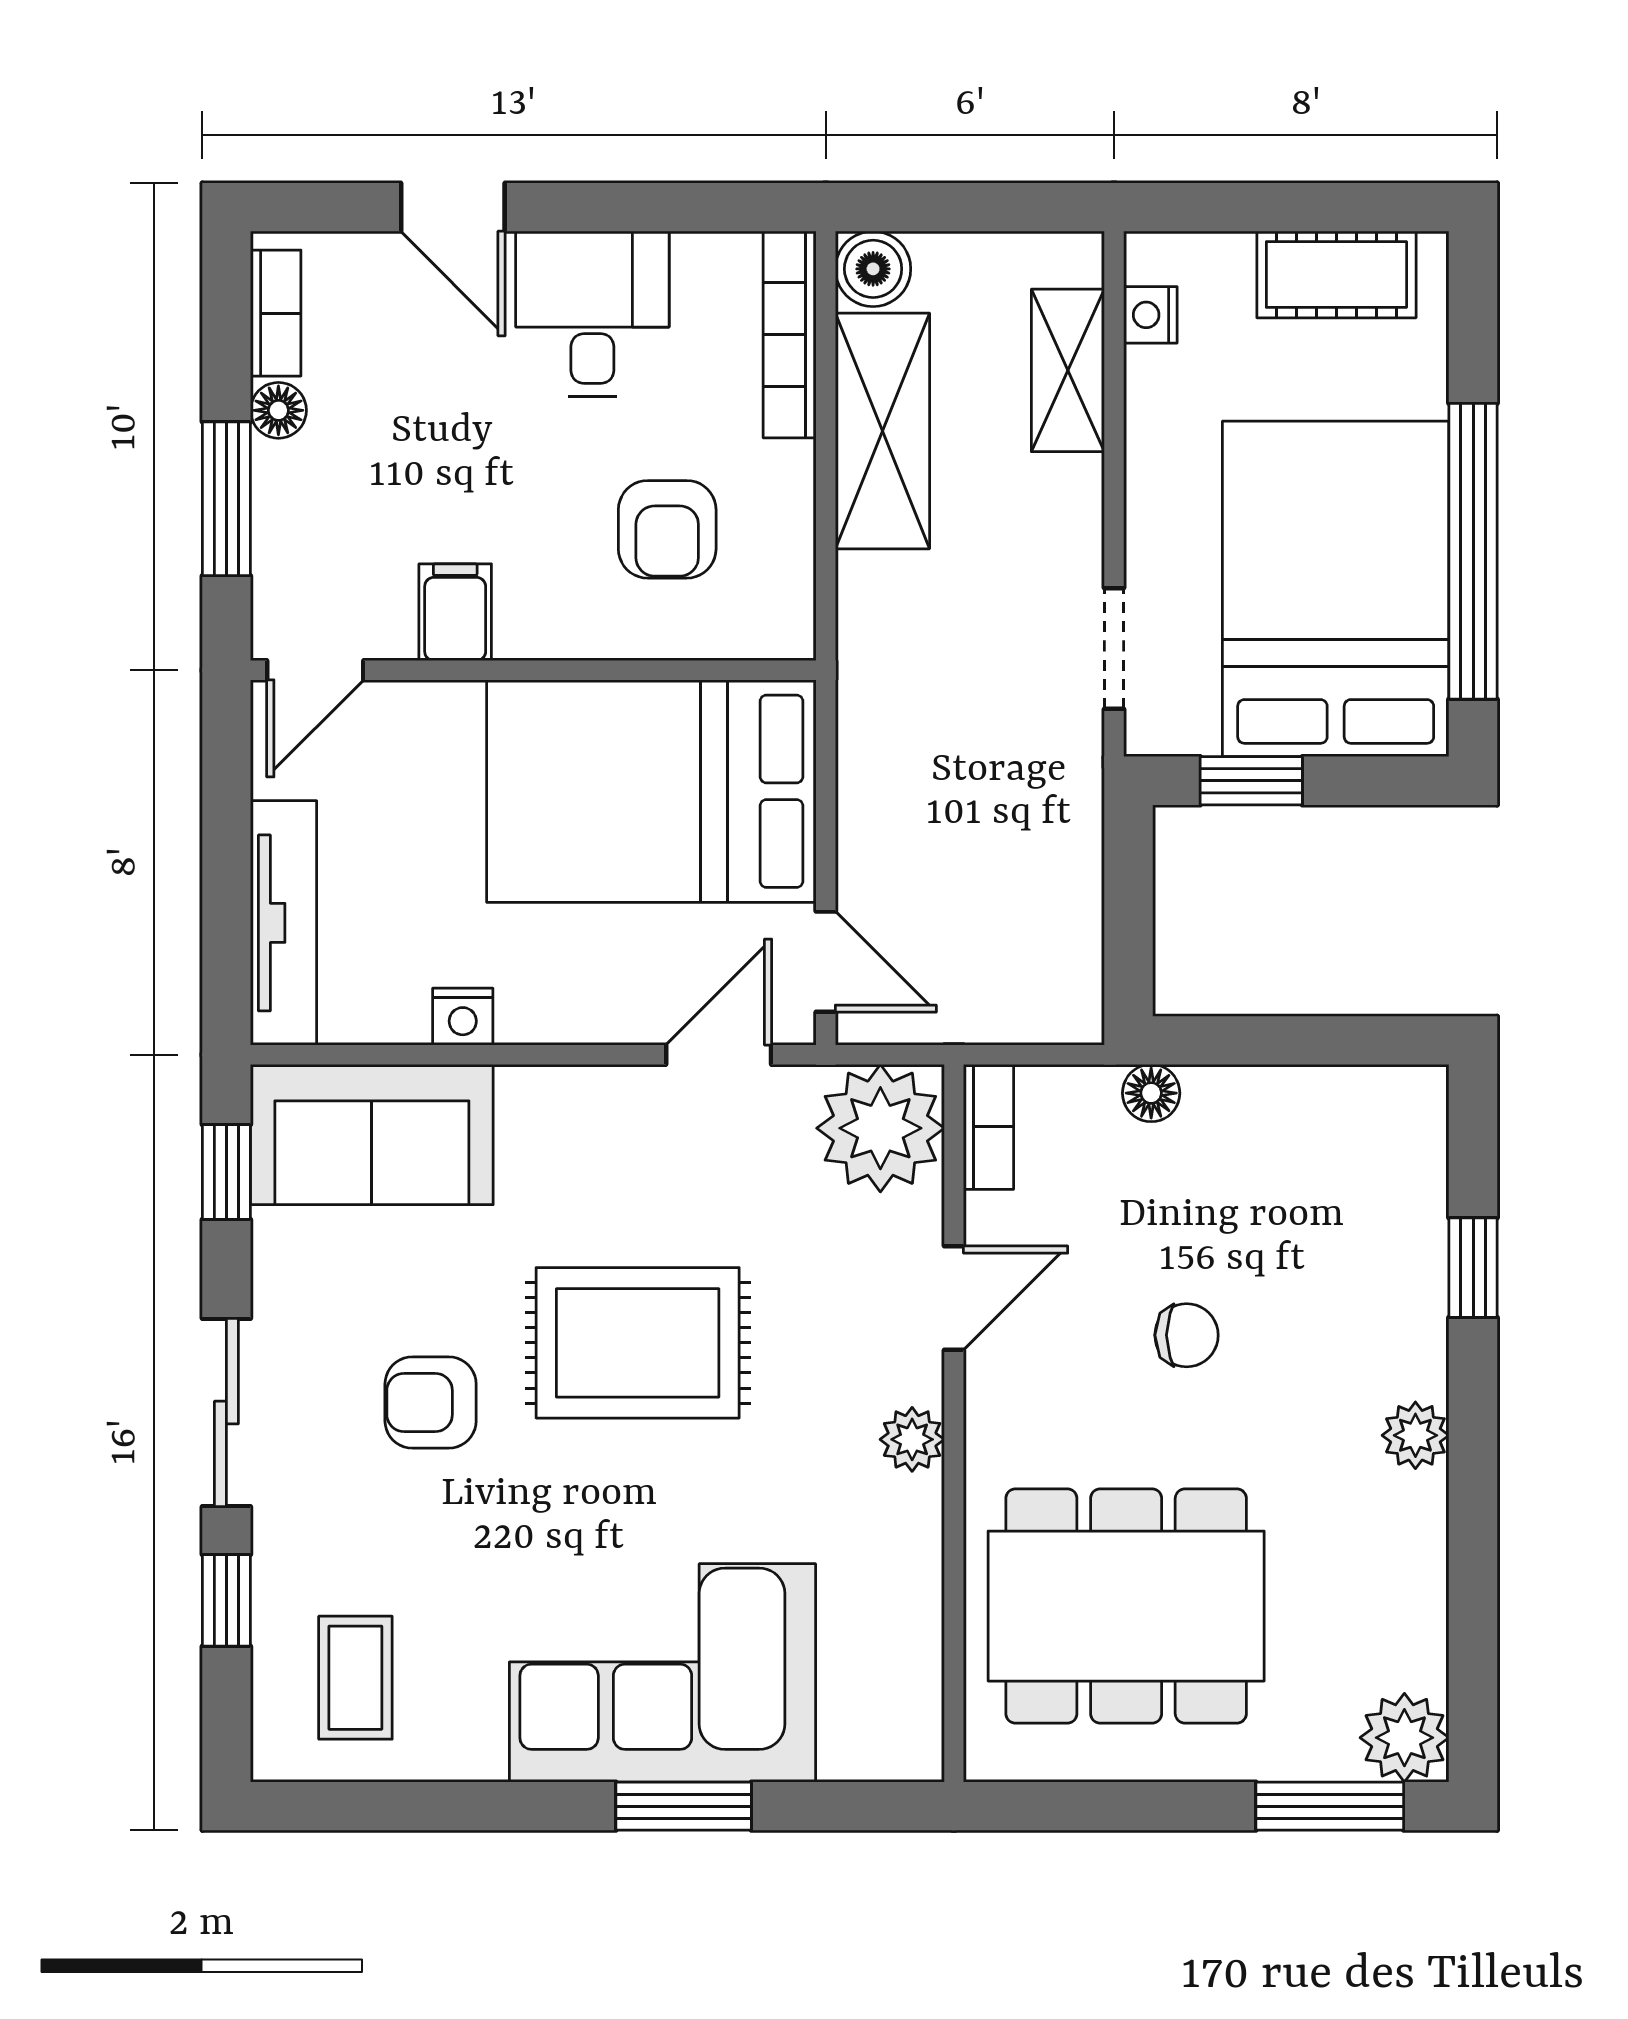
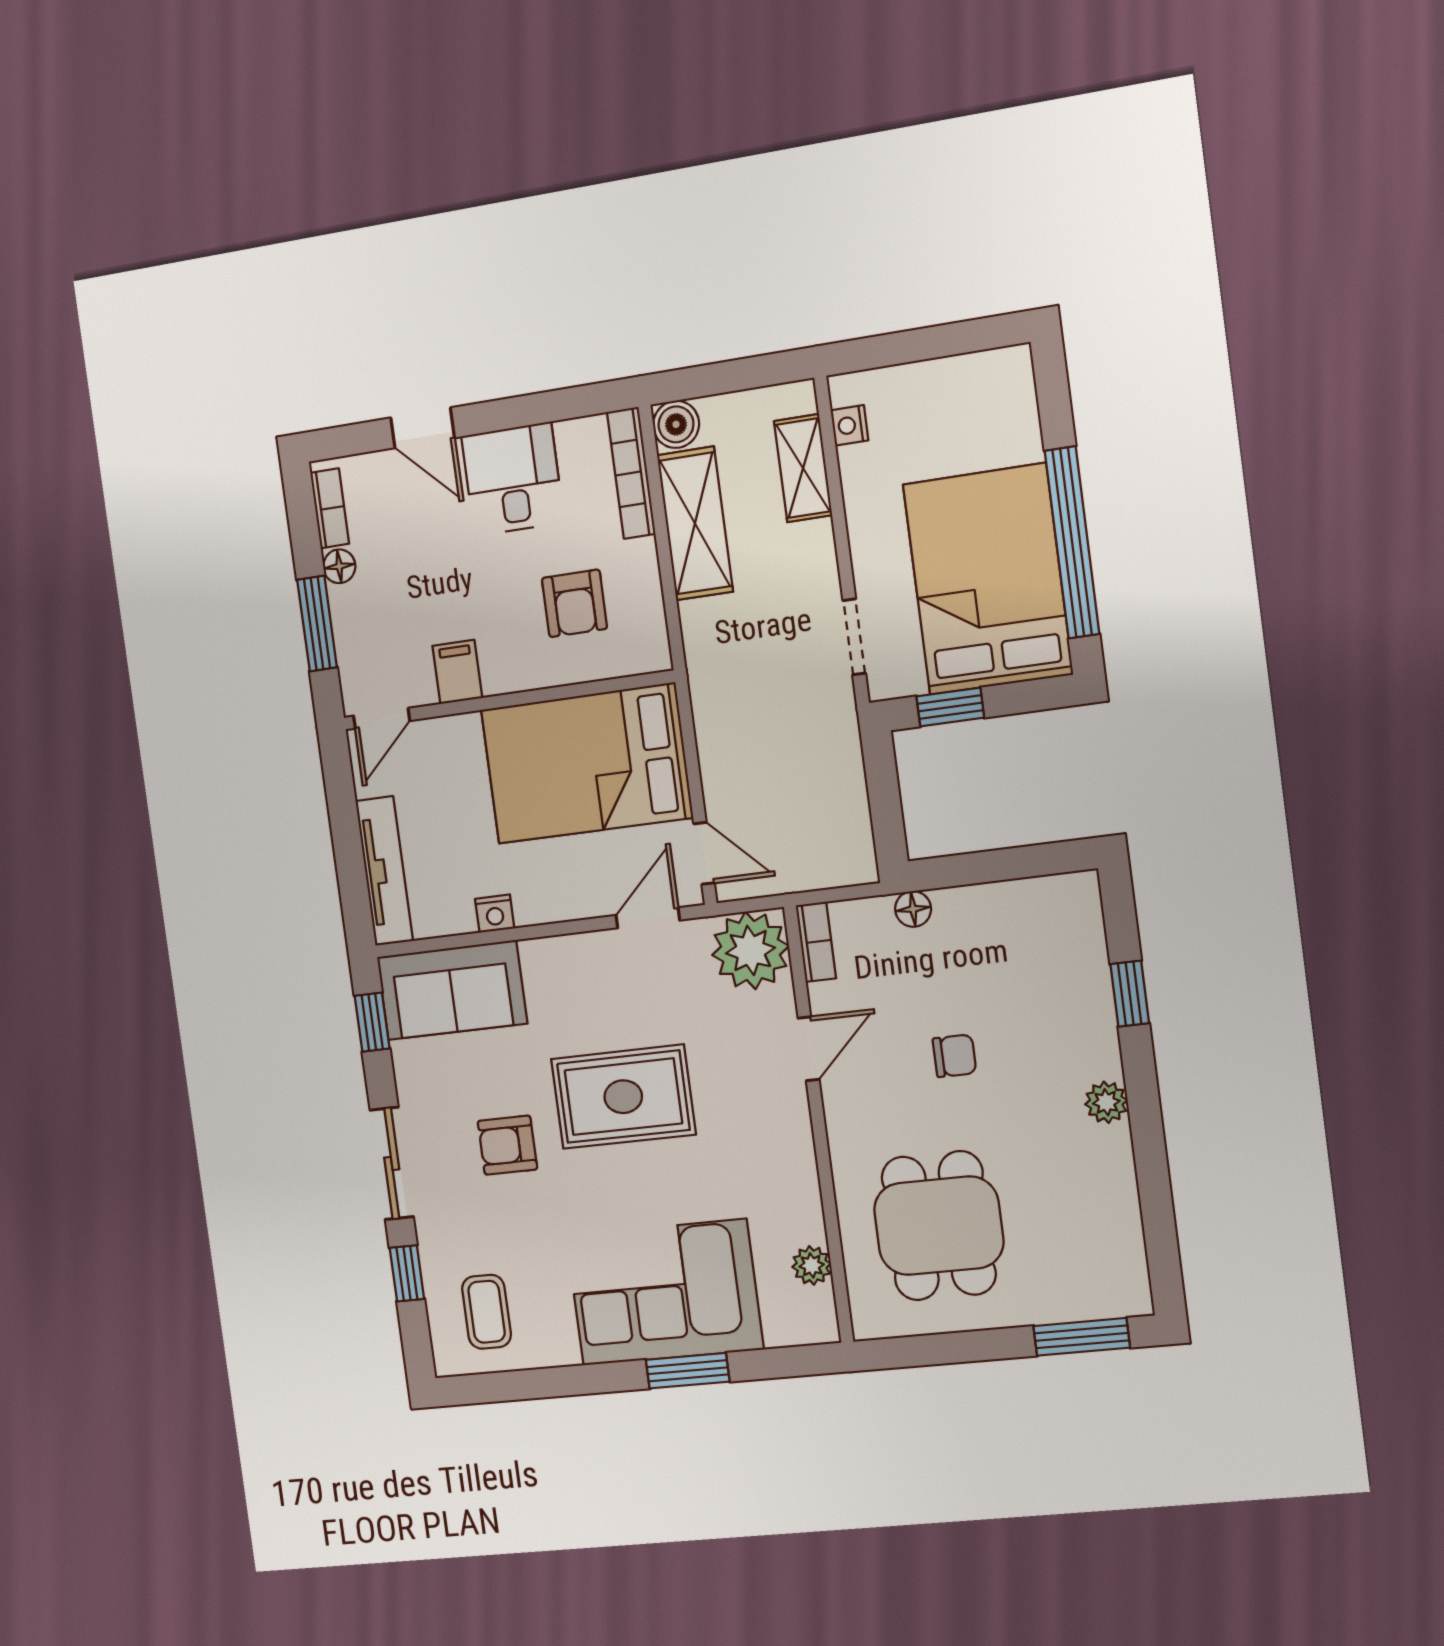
cot: (1336, 274) -> (963, 381), removed
plant: (912, 1439) -> (812, 1265), moved
dining table: (1126, 1606) -> (939, 1226), width x0.73
plant: (1404, 1738) -> (1123, 1290), removed

